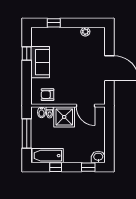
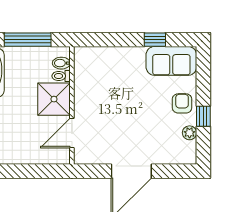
window: (54, 23) -> (203, 116), moved
sofa: (40, 62) -> (171, 61), moved
armchair: (47, 95) -> (182, 103), moved

